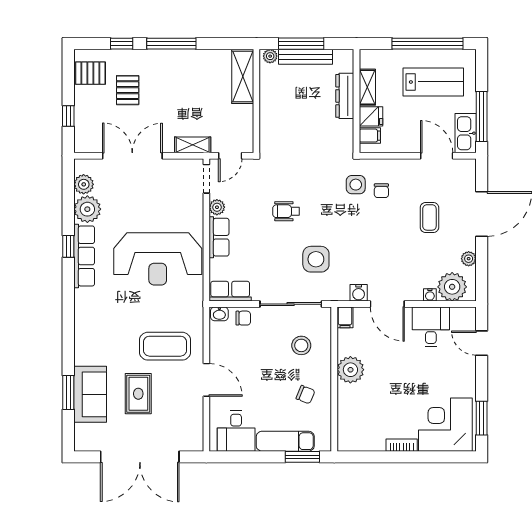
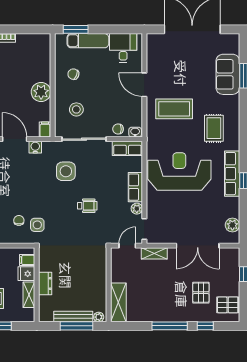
dresser: (345, 96) -> (45, 283), width x0.70
plant: (87, 209) -> (230, 207), removed
rug: (138, 394) -> (214, 128), moved

